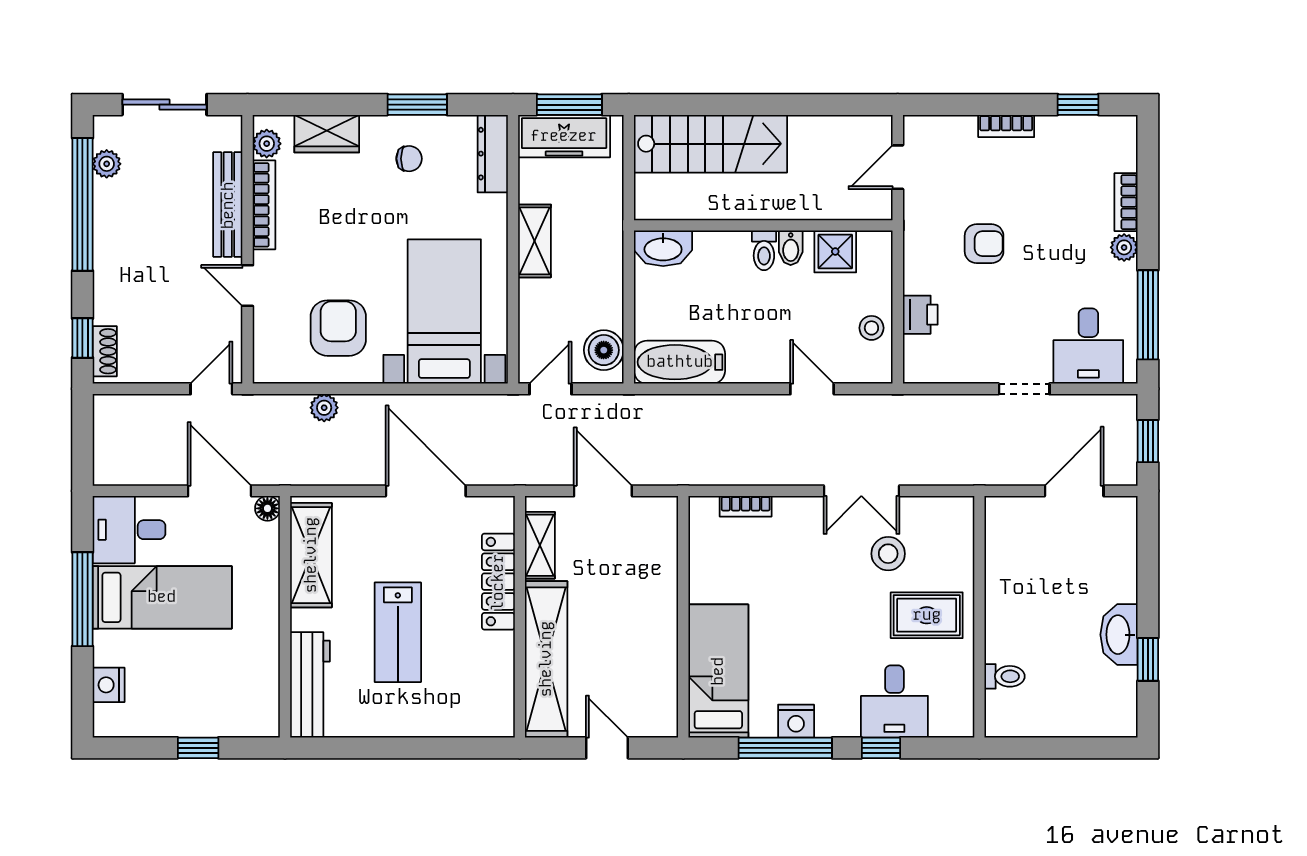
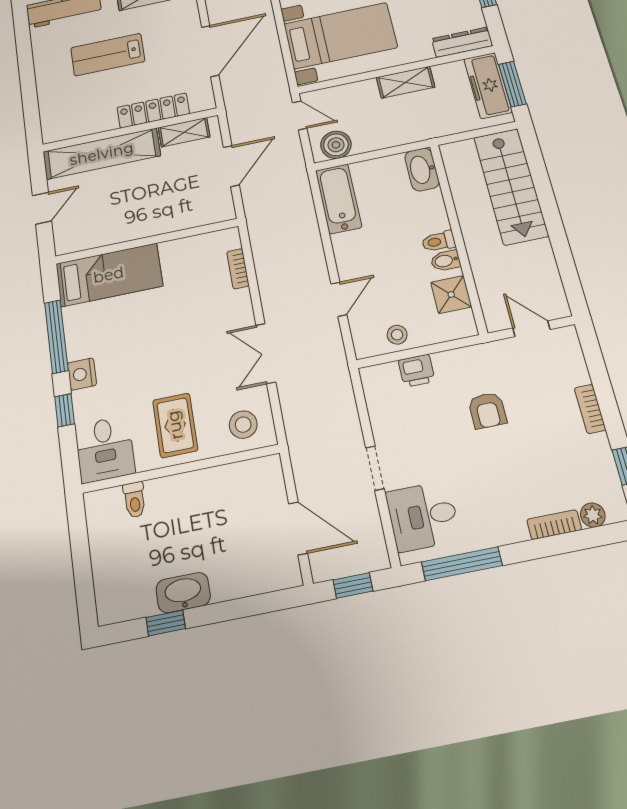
plant: (1124, 247) -> (593, 515), moved
stool: (888, 554) -> (243, 425), moved
desk: (894, 702) -> (105, 449), moved, turned -90
nightstand: (796, 721) -> (82, 374), moved

